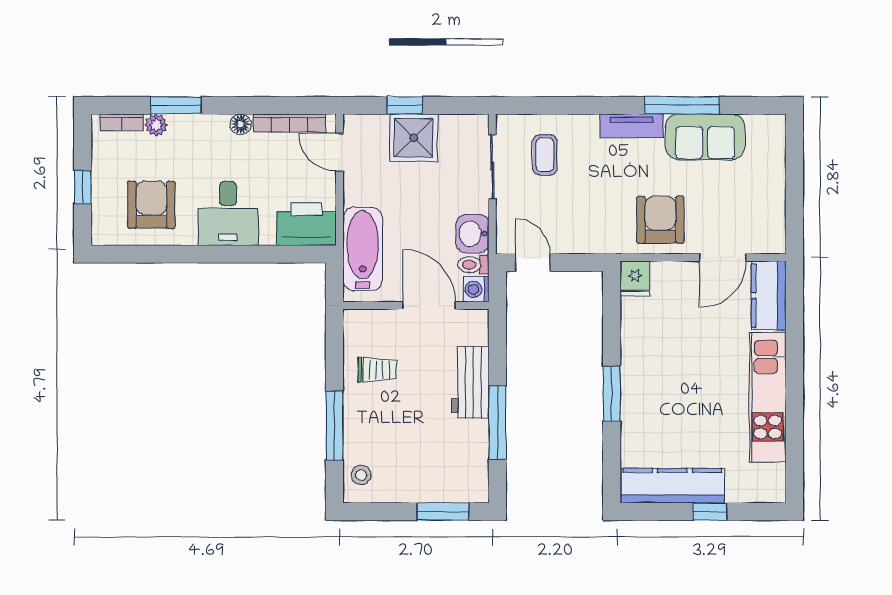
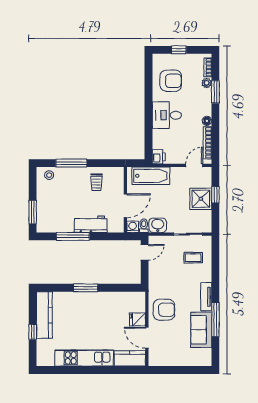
printer: (306, 224) -> (159, 157), width x0.53, depth x0.68
fridge: (635, 279) -> (138, 319), moved

